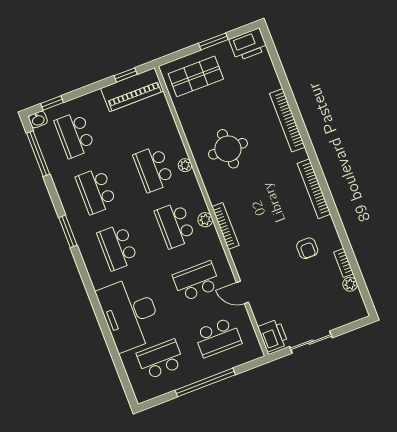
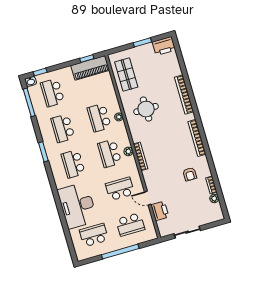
shop shelf: (196, 76) -> (126, 75), moved, turned 90
printer: (273, 335) -> (160, 211), moved

